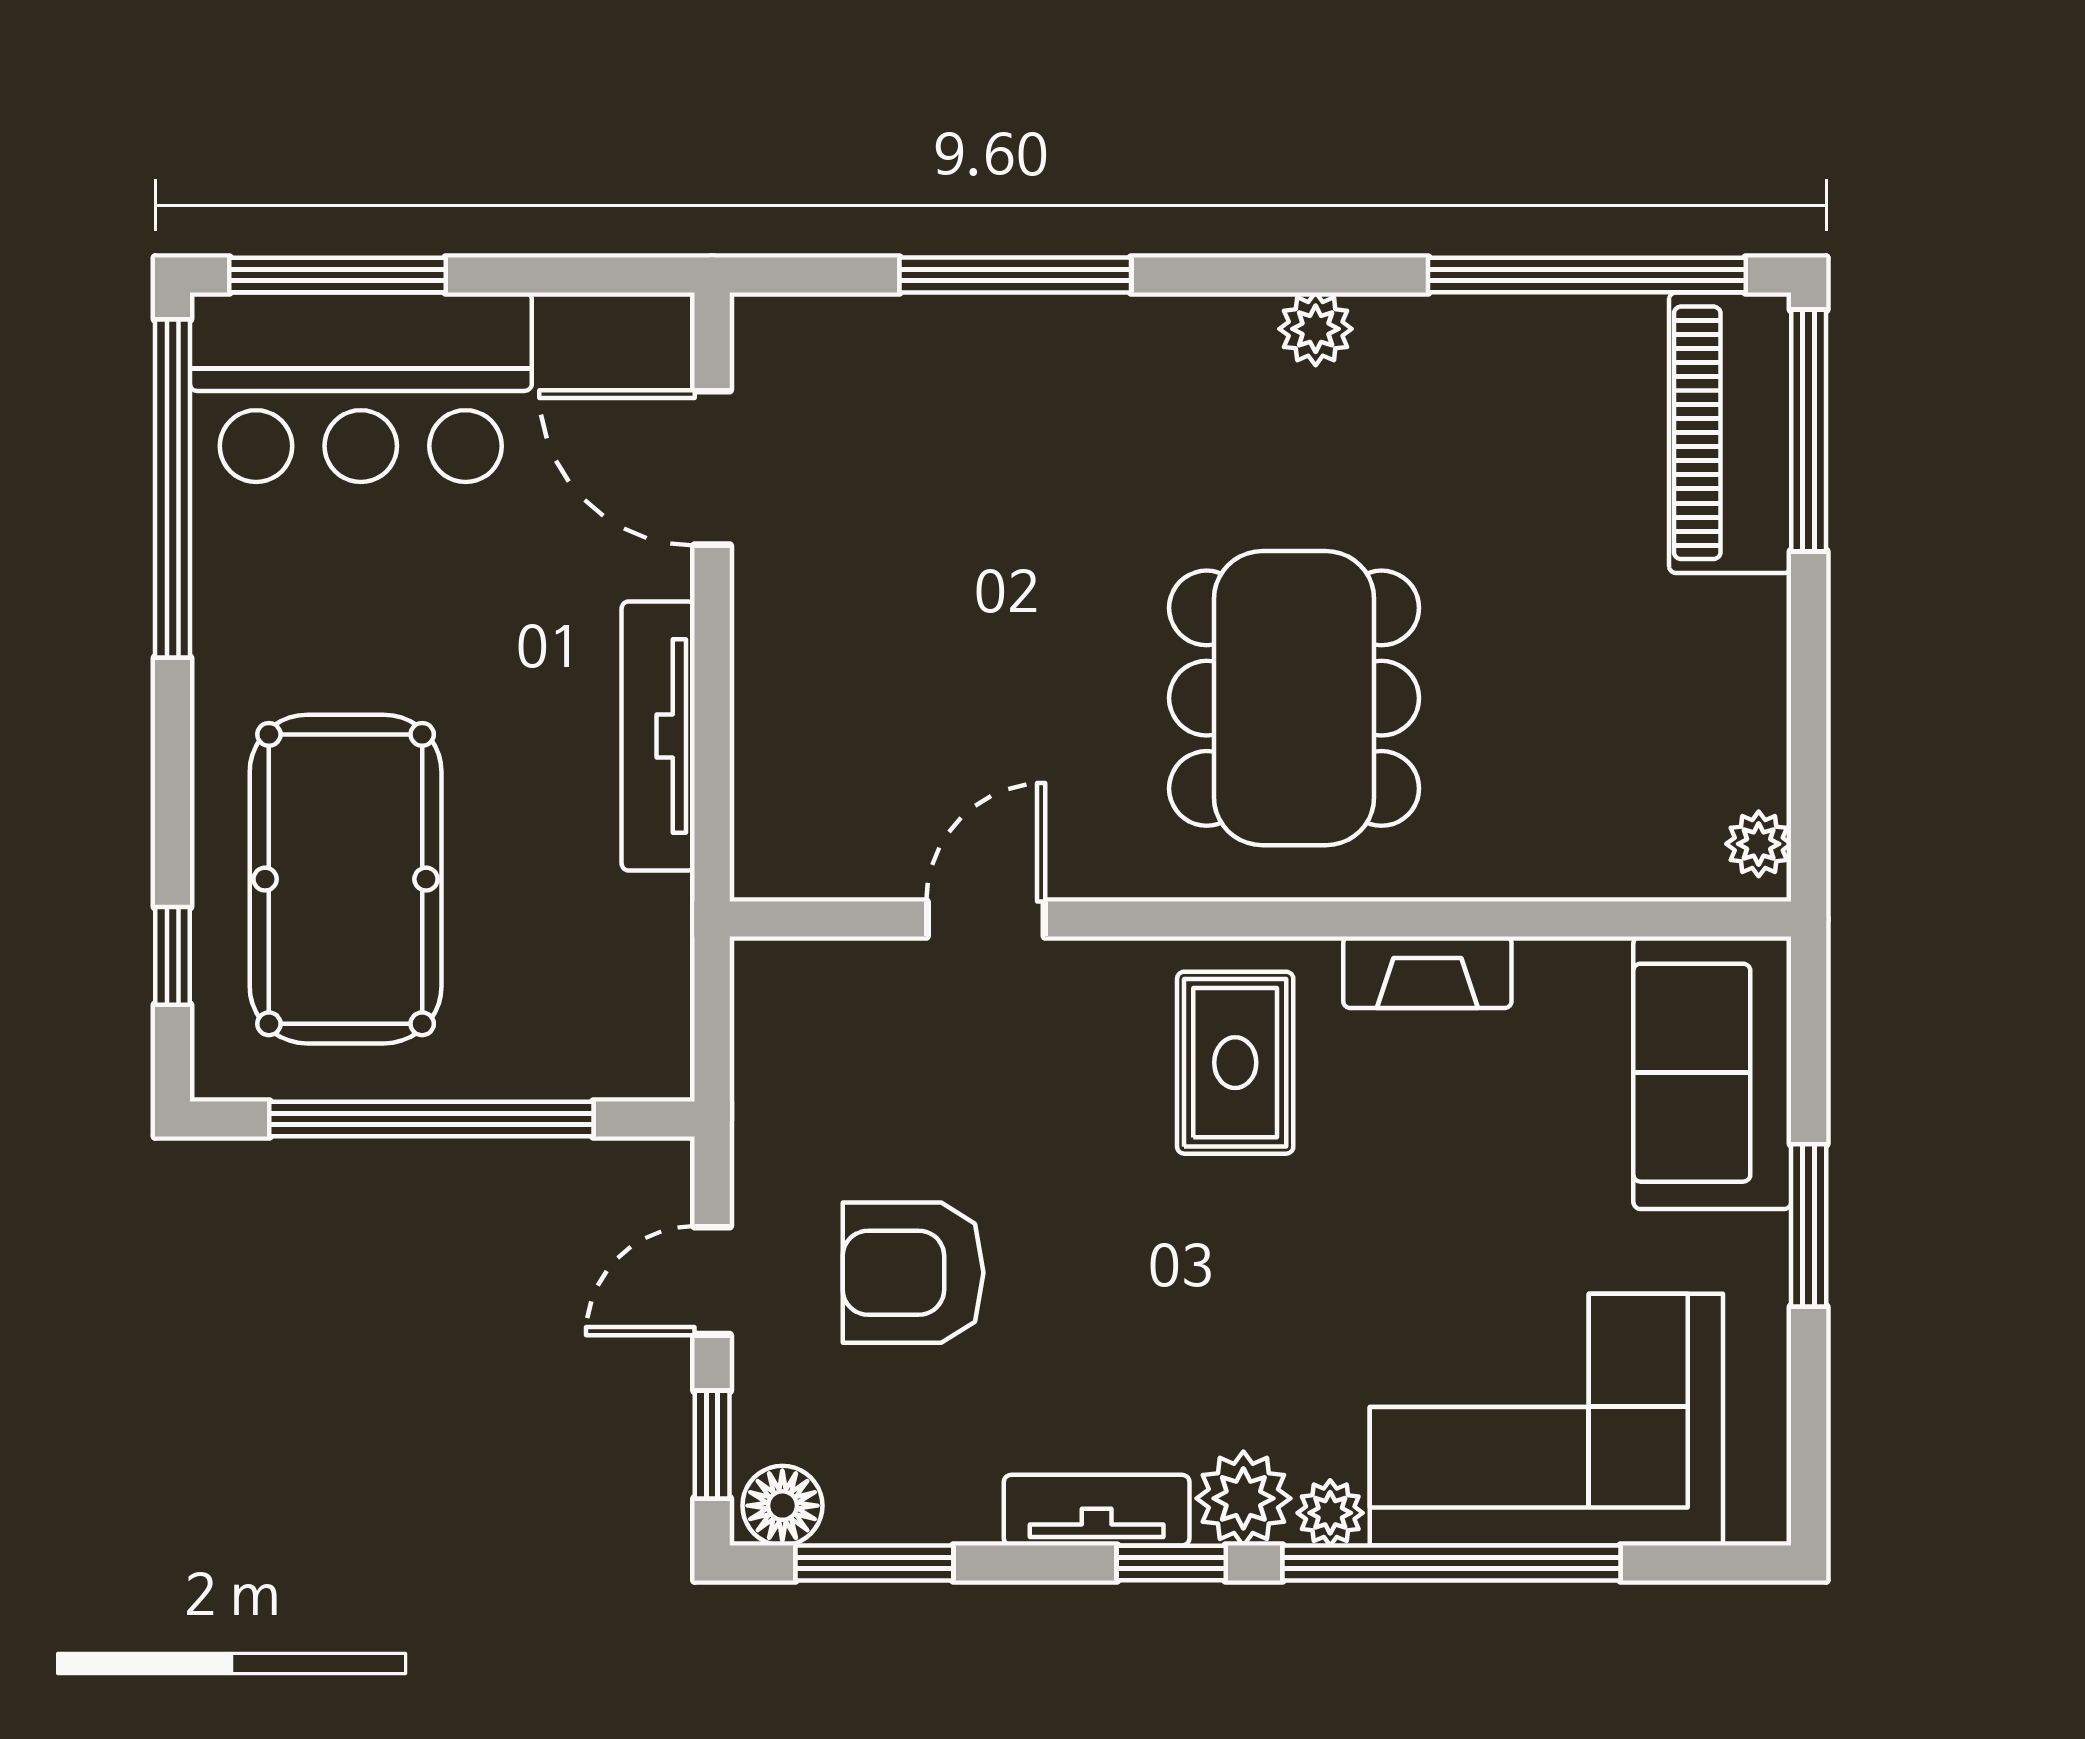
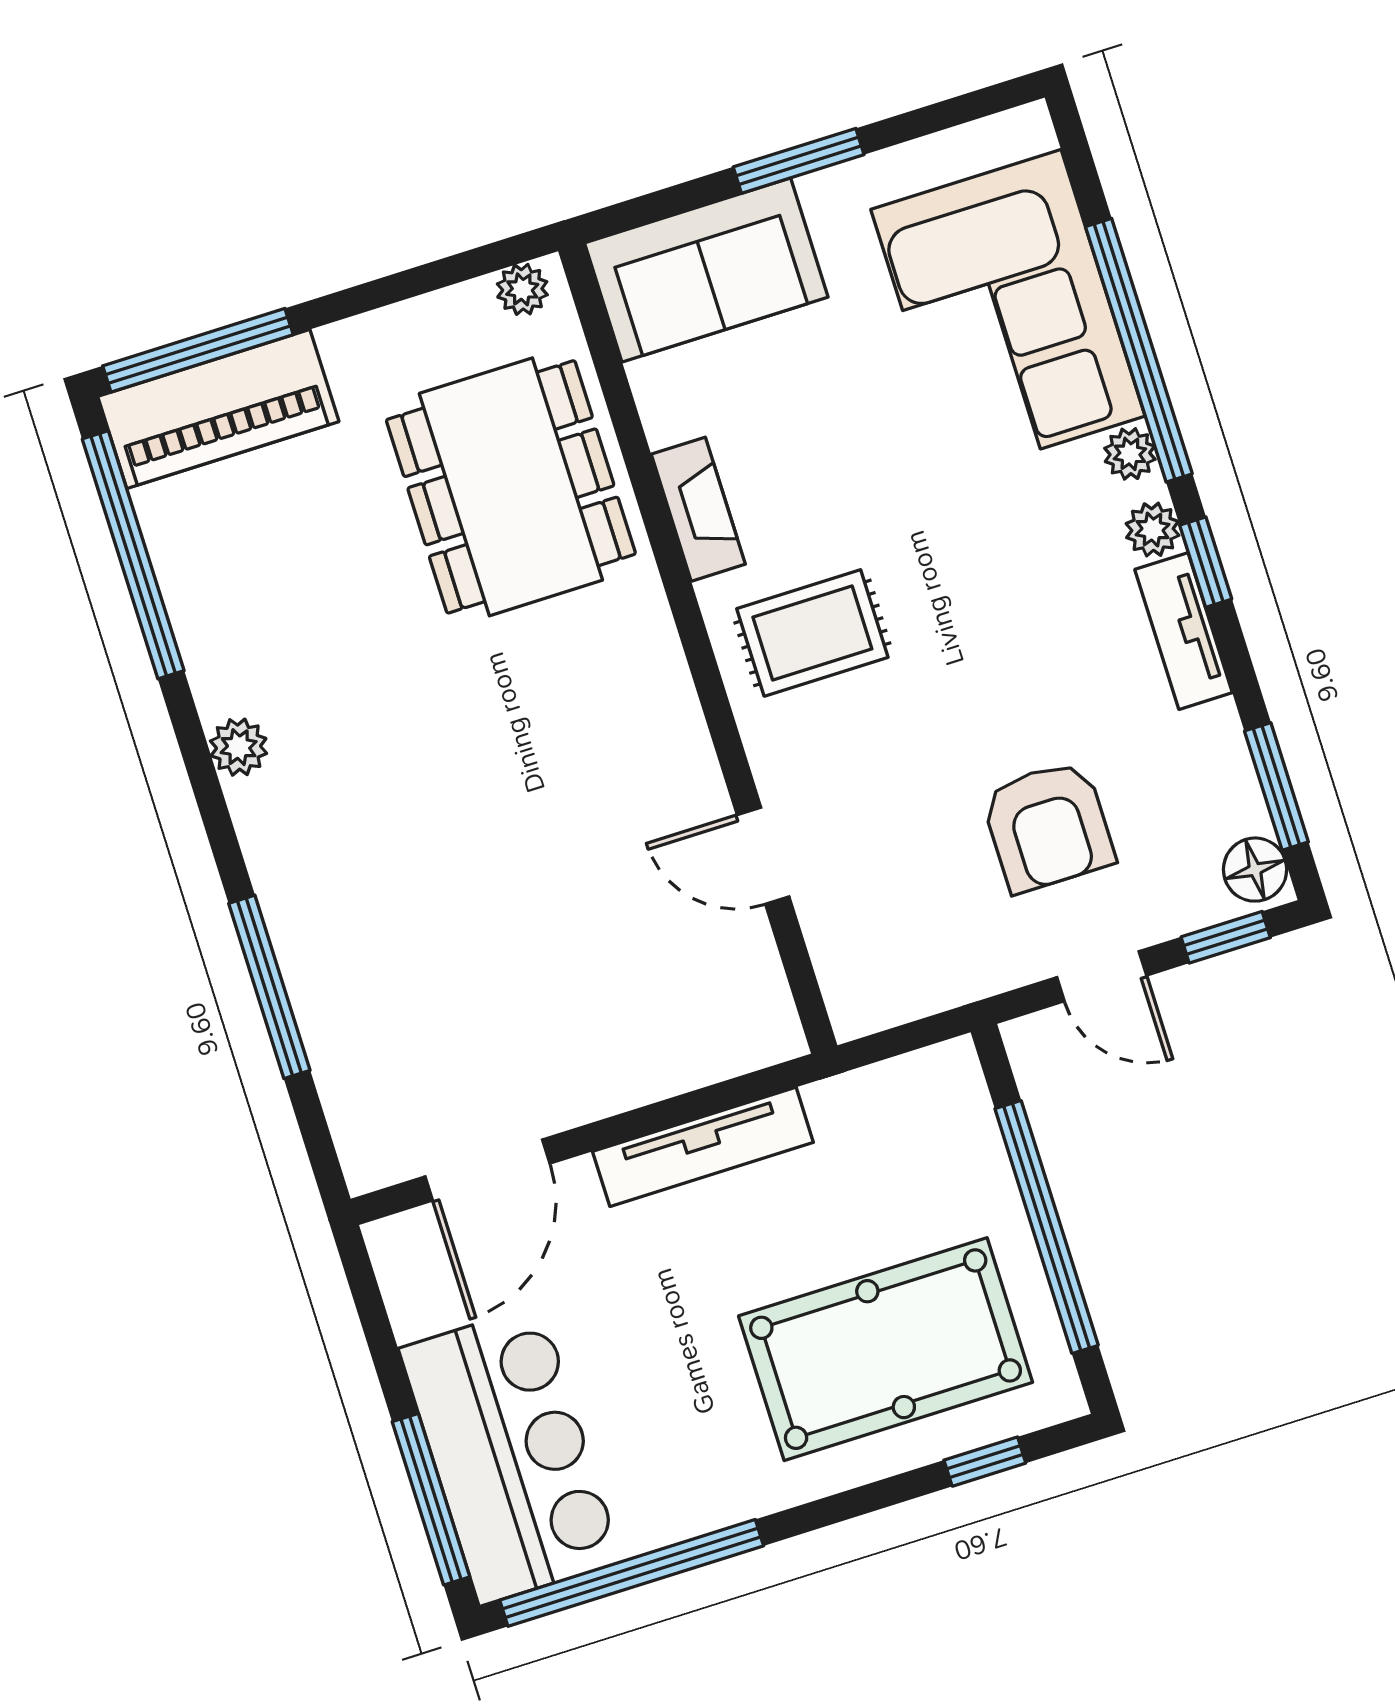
dining table: (1294, 698) -> (511, 487), moved, turned 90
plant: (1243, 1498) -> (1153, 530), width x0.73, depth x0.73

